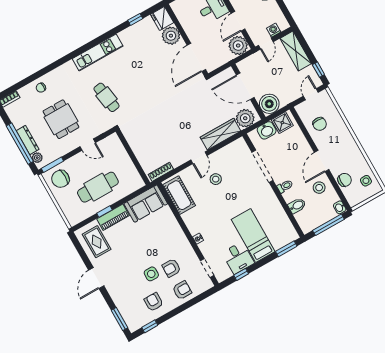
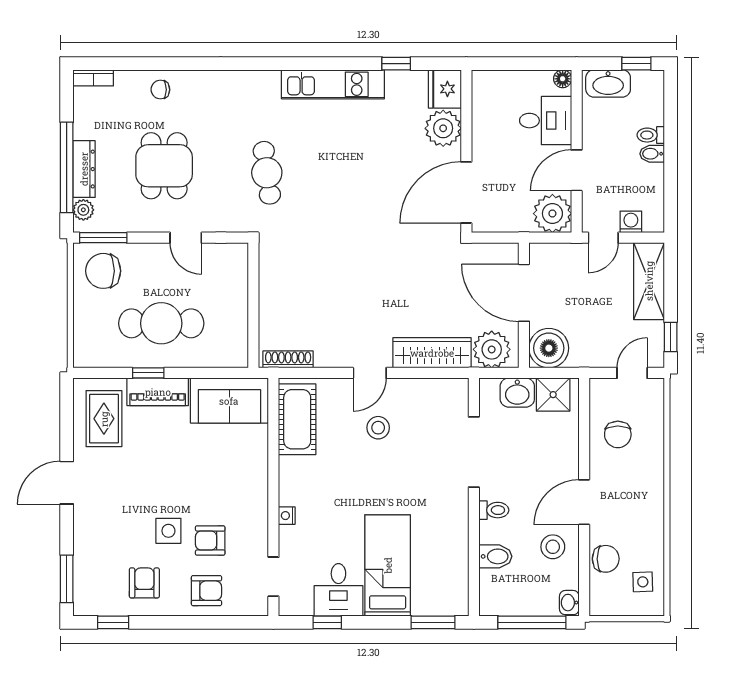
kitchen unit: (98, 52) -> (333, 84), moved

